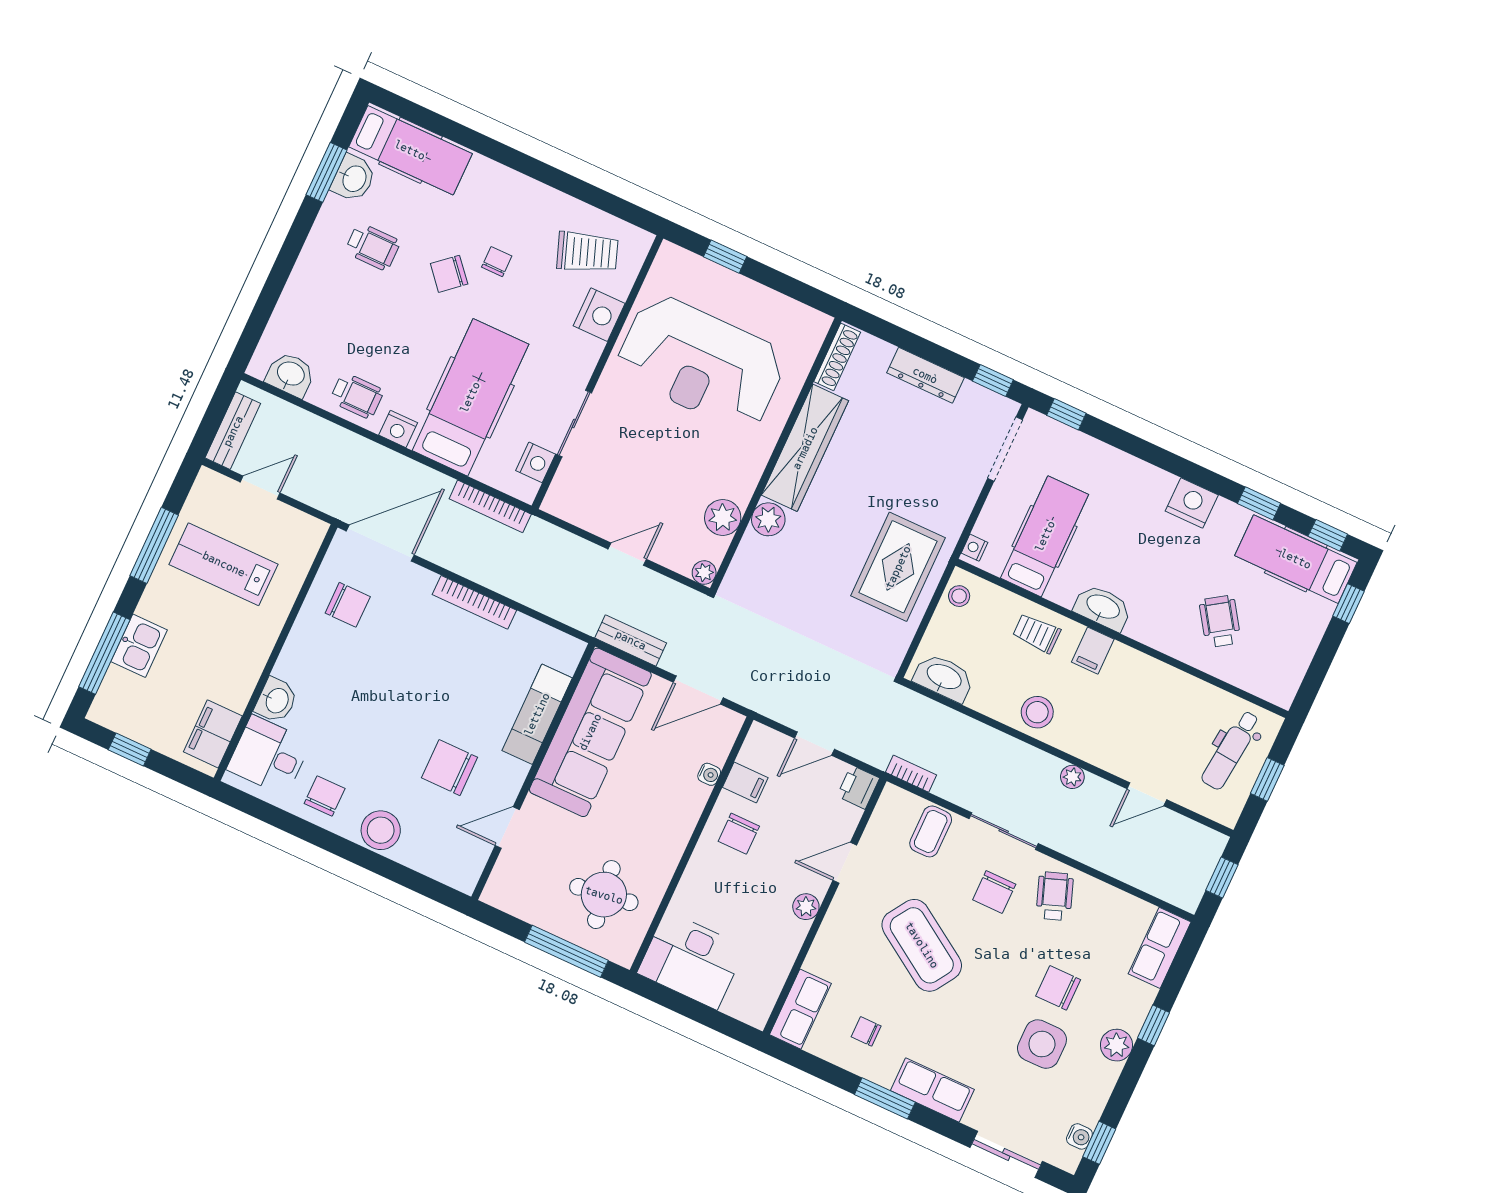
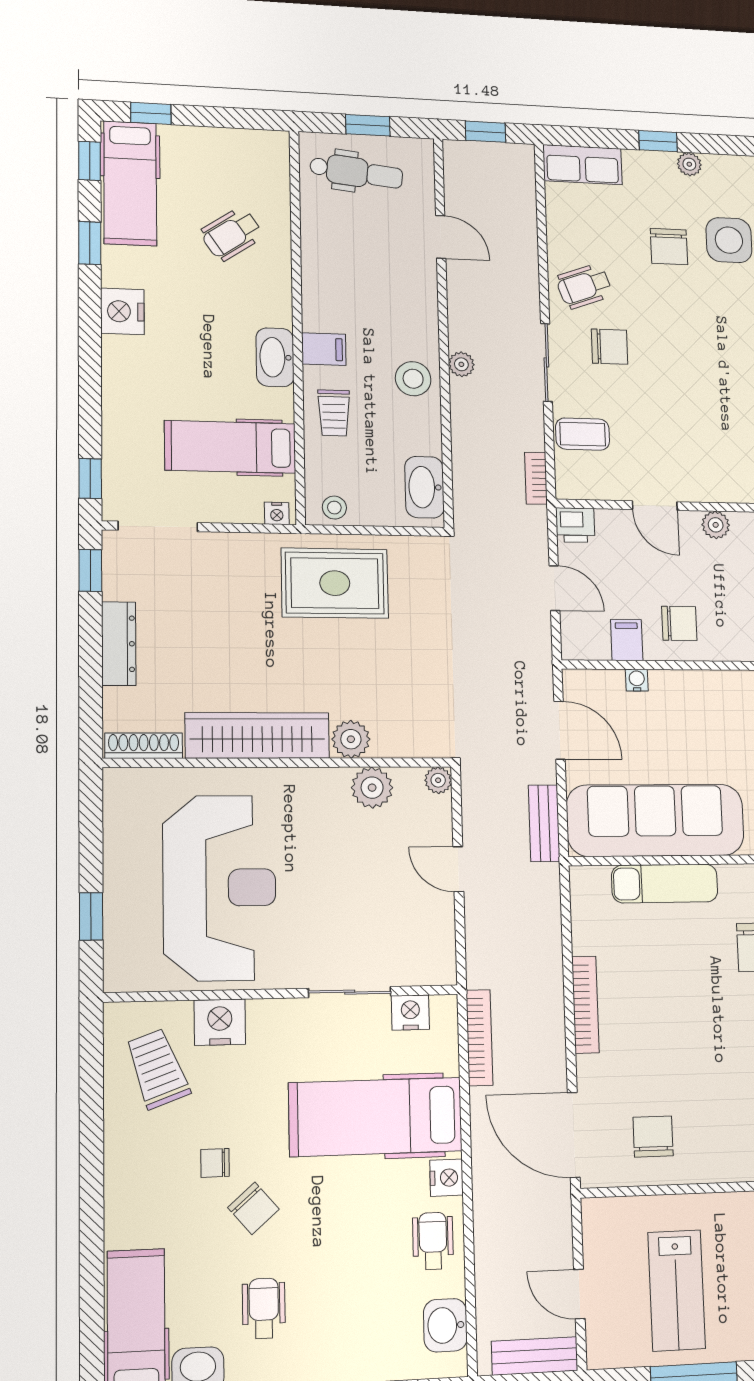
plant: (1072, 777) -> (461, 364), moved
coffee table: (922, 945) -> (695, 395), removed
plant: (1117, 1045) -> (689, 164), width x0.73, depth x0.73

